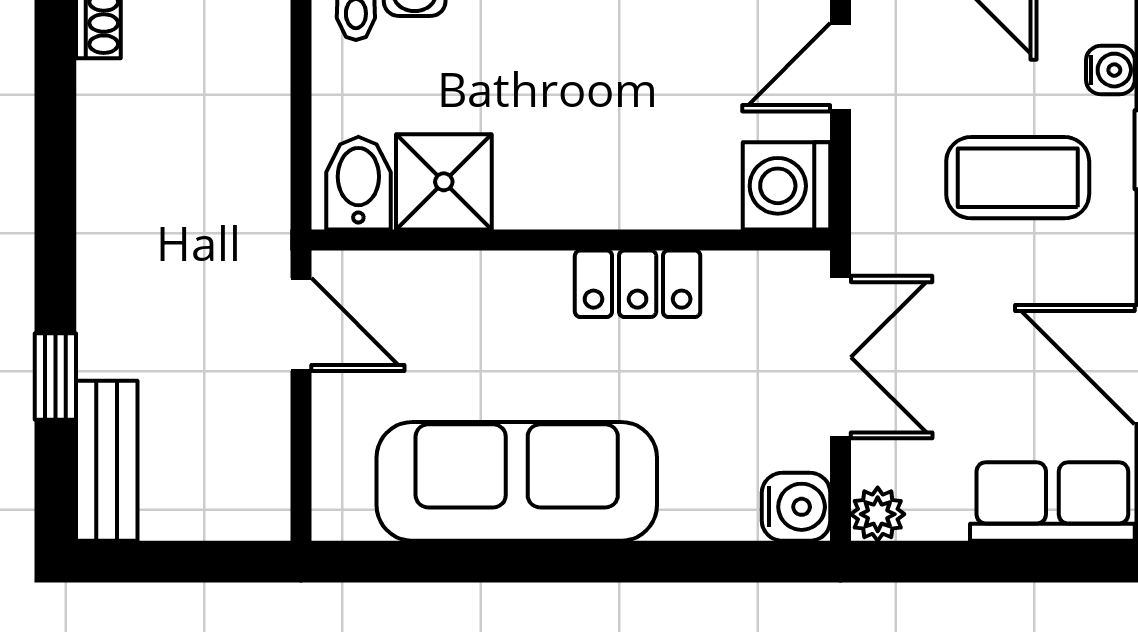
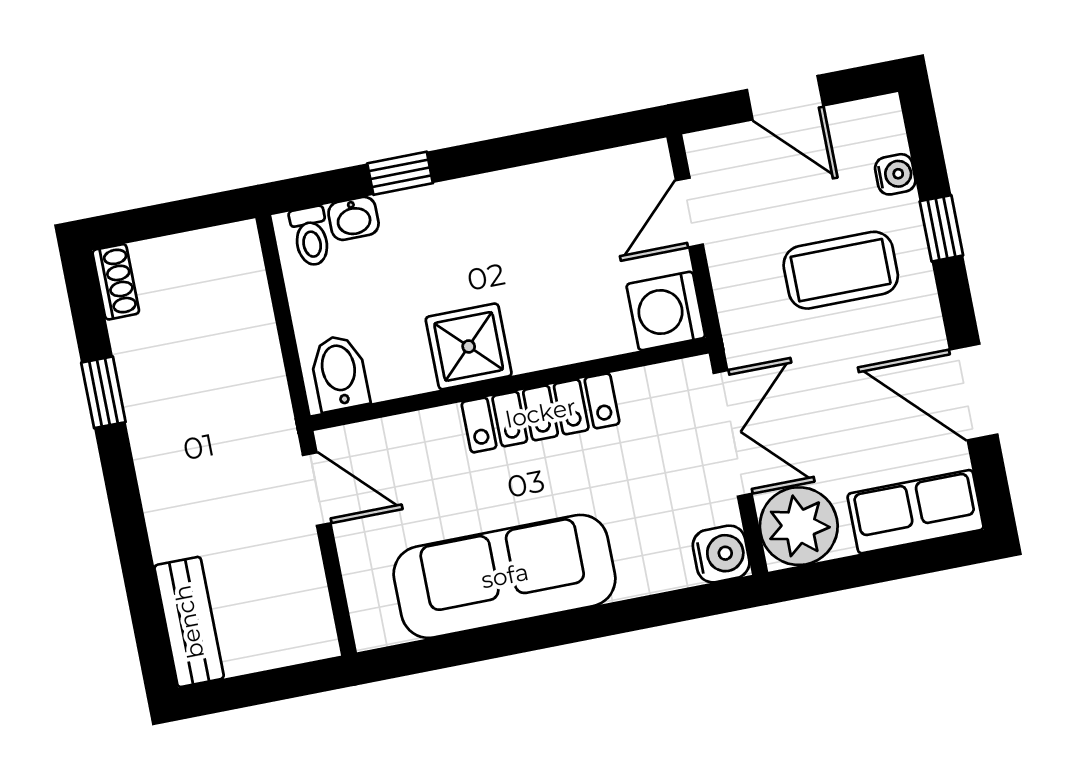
shower: (444, 182) -> (469, 346), moved
locker: (638, 284) -> (541, 413), width x1.53
window: (55, 377) -> (103, 392), moved
plant: (878, 514) -> (799, 526), width x1.88, depth x1.88

